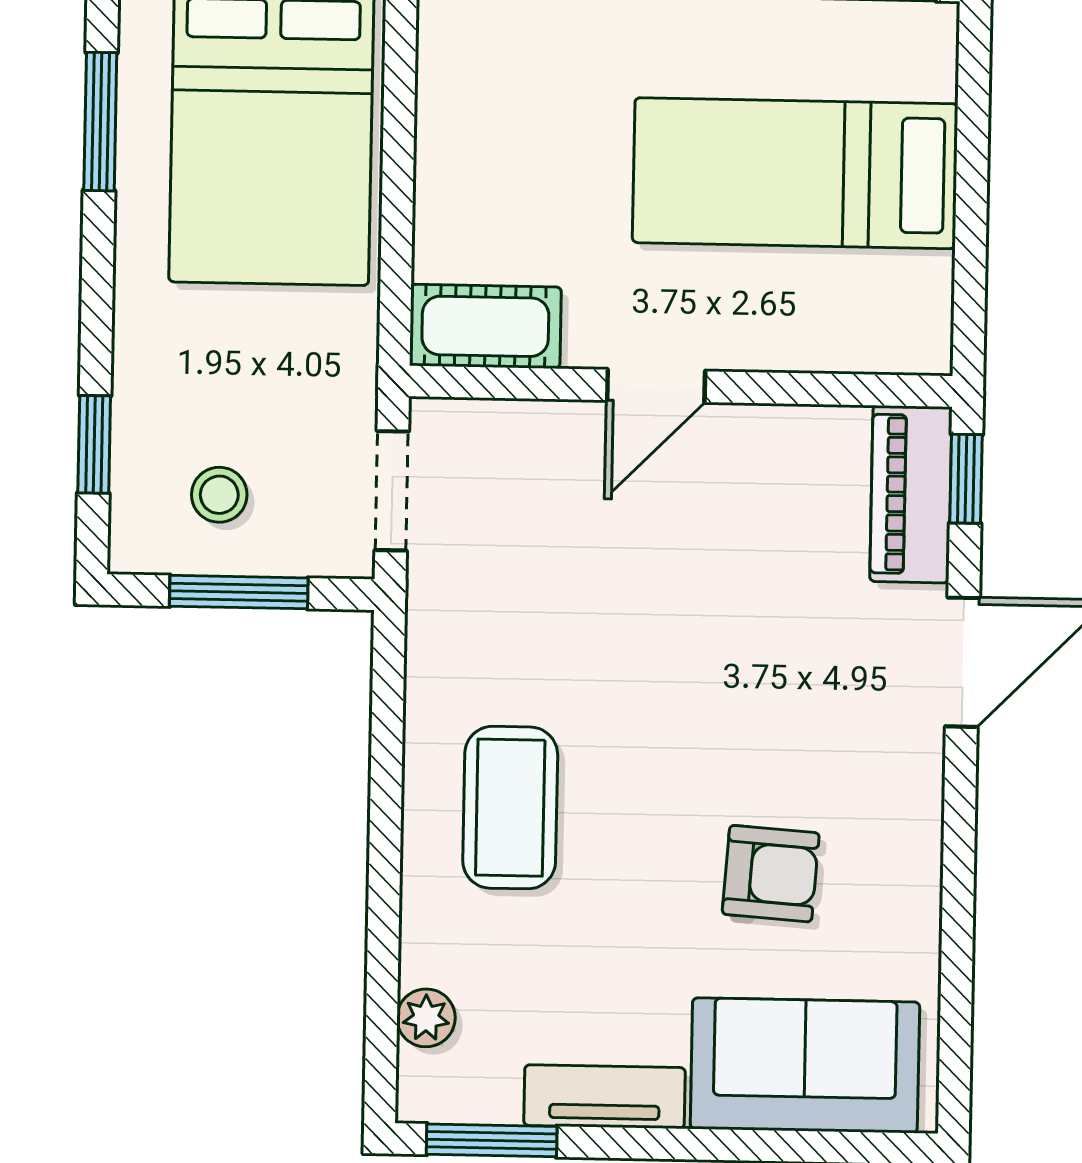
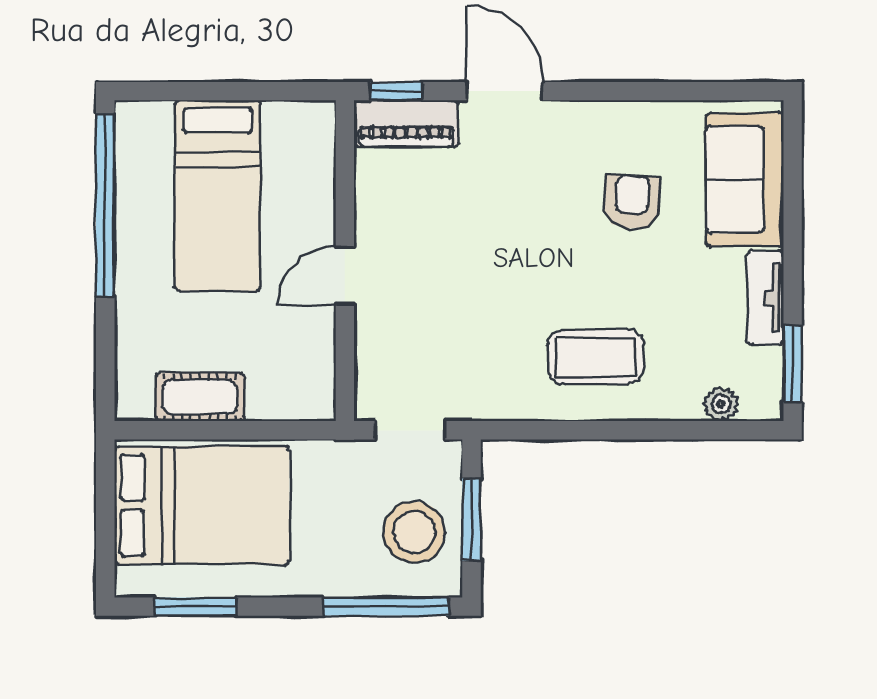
cot: (485, 326) -> (200, 397), moved, turned 90
door: (656, 386) -> (345, 275), swing flipped
window: (94, 444) -> (386, 607), width x2.17
stool: (219, 495) -> (414, 532), width x1.89, depth x1.89

